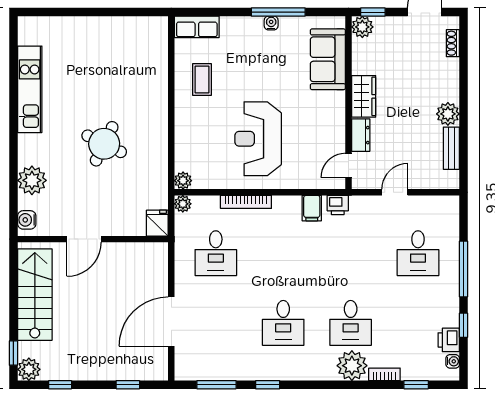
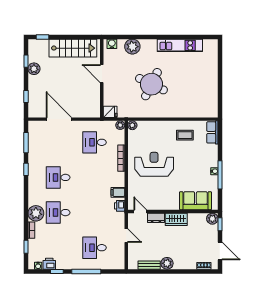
round table: (104, 144) -> (151, 84), width x1.36, depth x1.36
plant: (29, 369) -> (34, 69), moved

